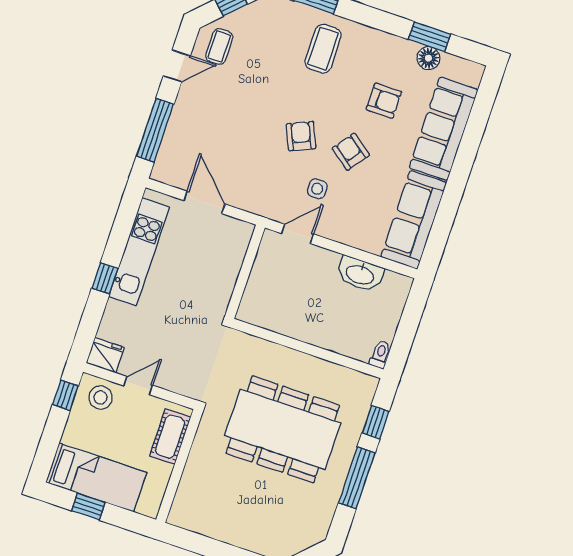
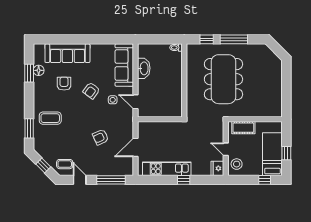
armchair: (301, 136) -> (101, 137), moved
sofa: (414, 220) -> (124, 65), moved, turned 90
window: (65, 395) -> (265, 180), moved

